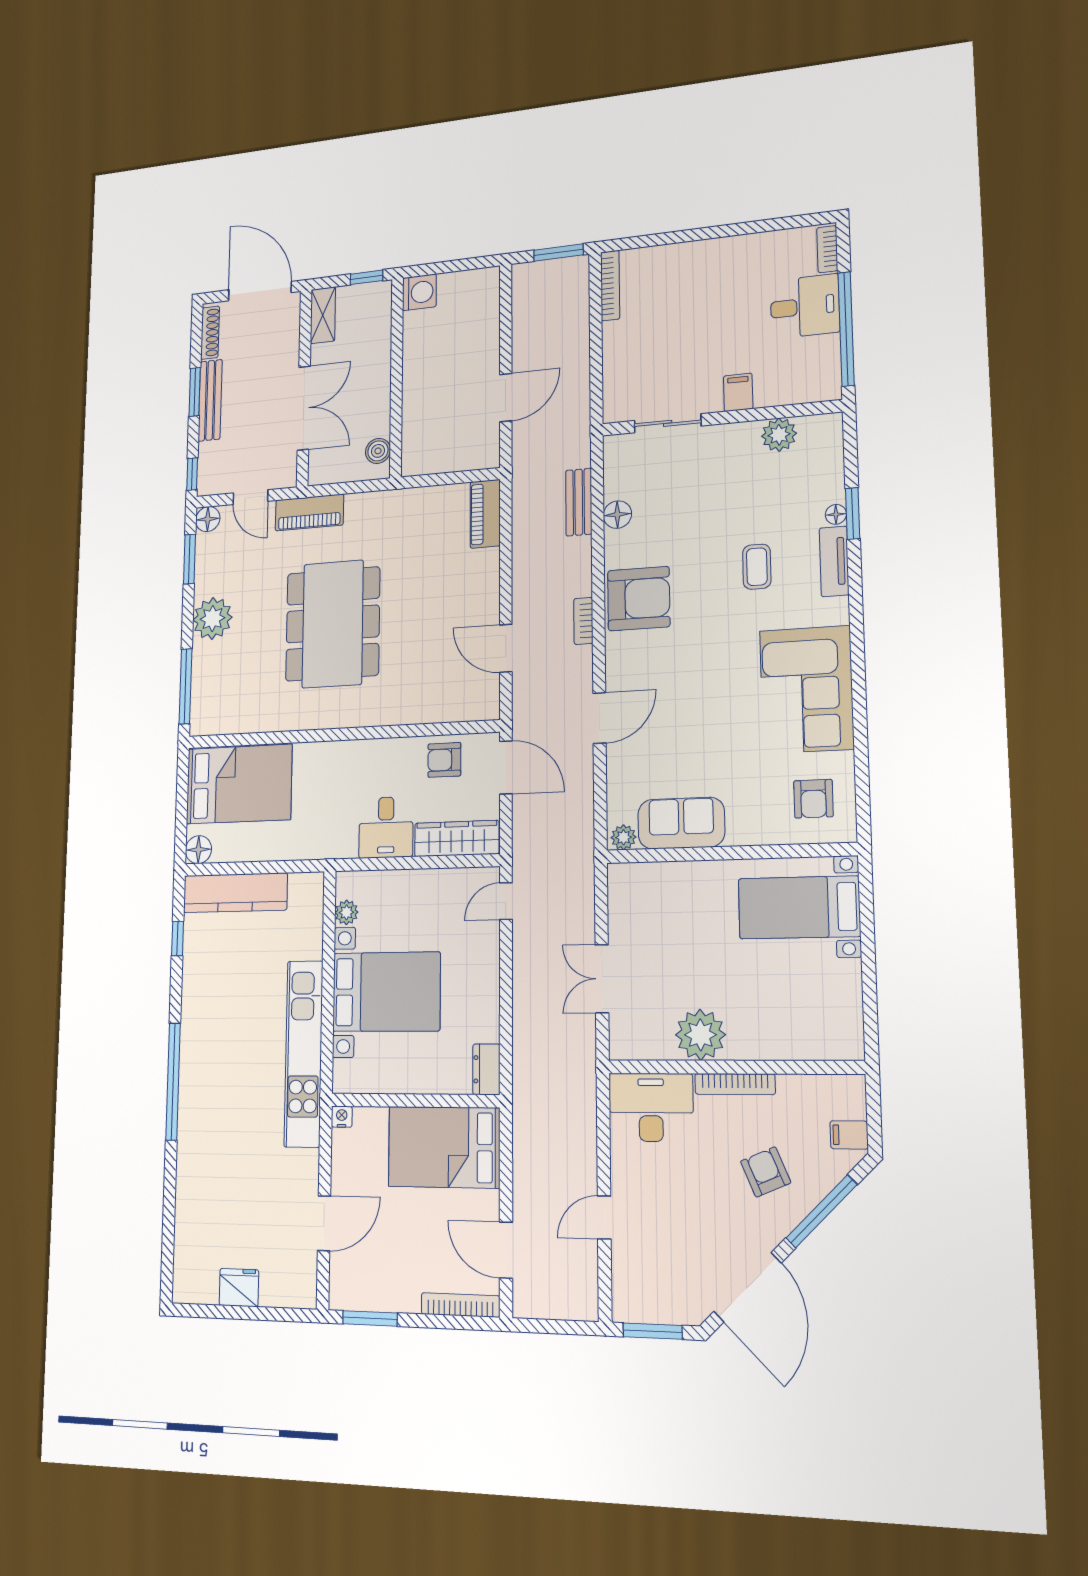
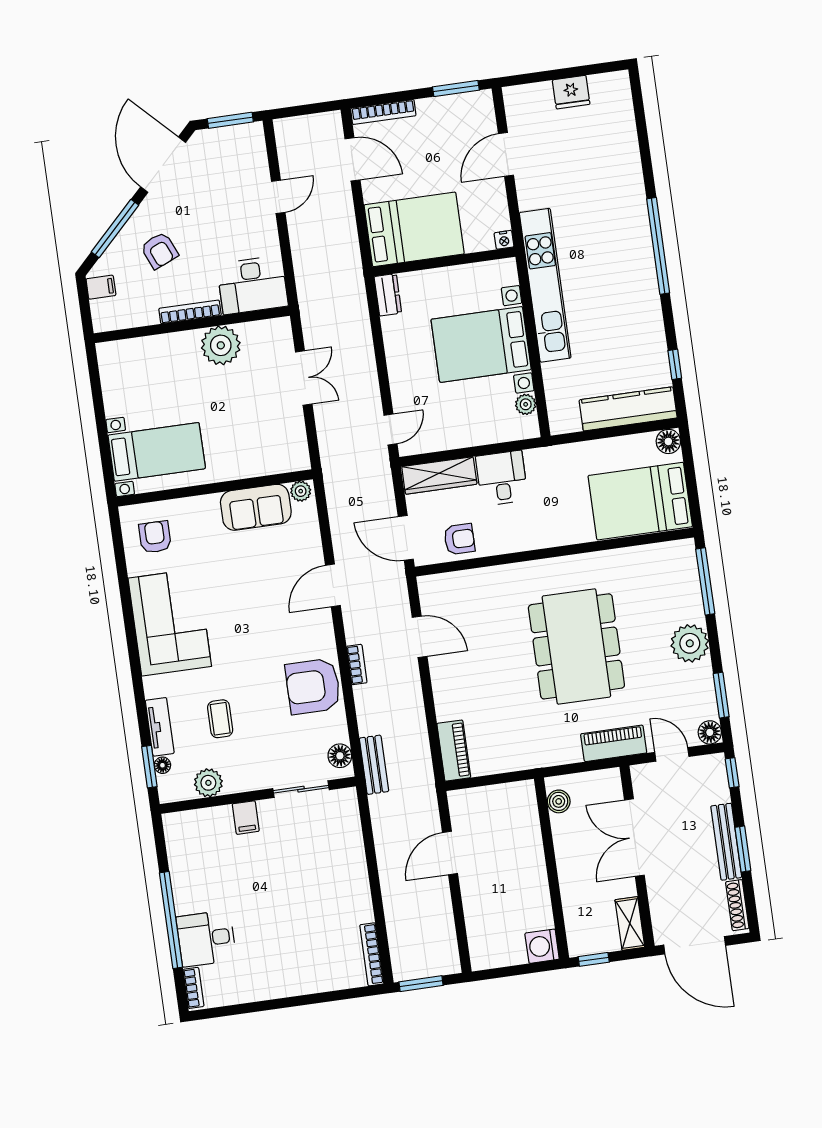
filing cabinet: (738, 392) -> (246, 818), moved
wall: (720, 418) -> (258, 795), moved
sliding door: (668, 423) -> (301, 789), moved
plant: (779, 435) -> (208, 783), moved

